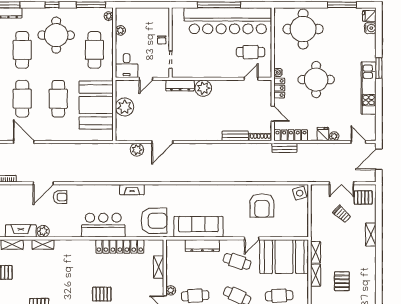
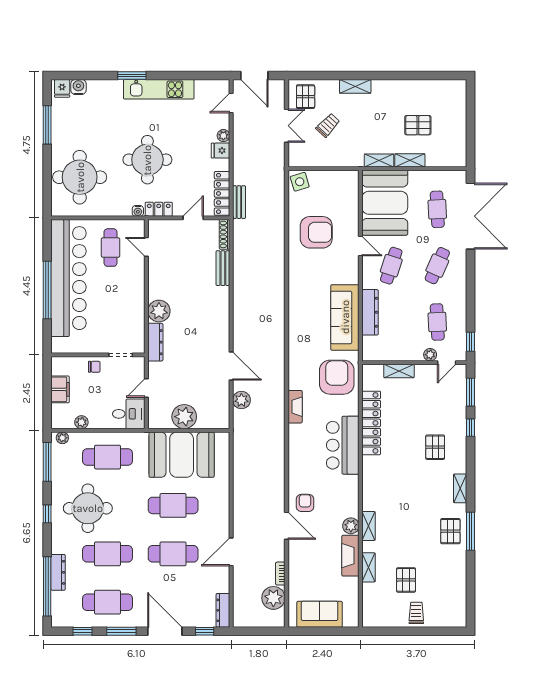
filing cabinet: (145, 14) -> (60, 389), added
door: (146, 79) -> (146, 388), swing flipped

